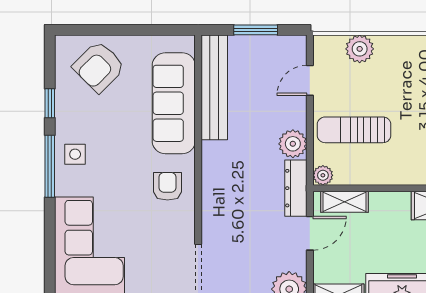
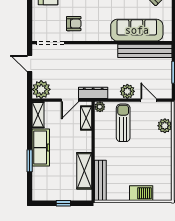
plant: (293, 144) -> (127, 91), moved
armchair: (168, 186) -> (74, 24), moved
door: (310, 233) -> (70, 100), hinge flipped

